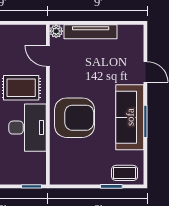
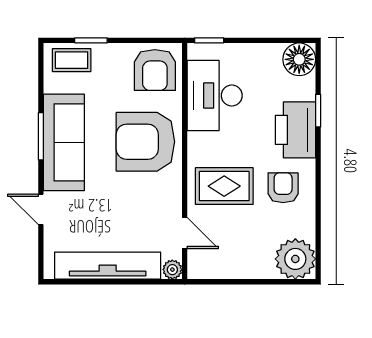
tv unit: (91, 32) -> (108, 266), width x1.36, depth x1.29
desk: (28, 128) -> (215, 95), moved
armchair: (68, 166) -> (155, 70), added

